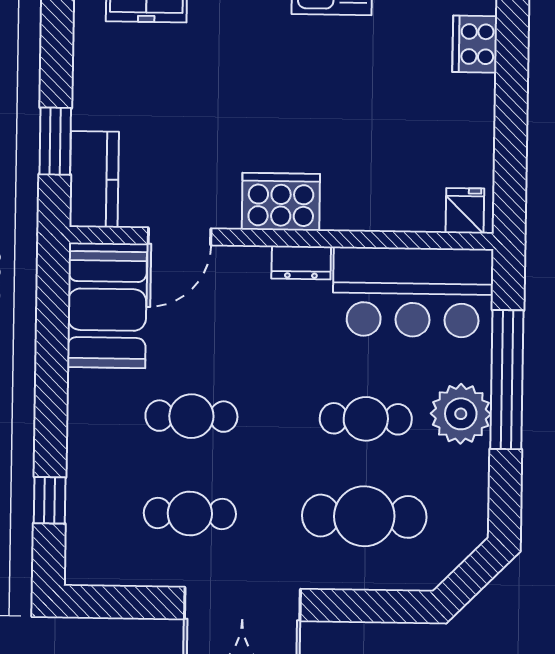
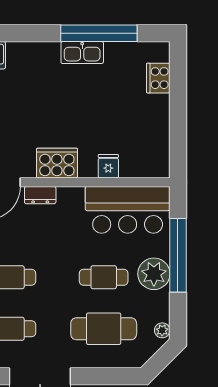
fridge: (465, 211) -> (108, 166), moved
dresser: (301, 263) -> (40, 195), moved
plant: (475, 521) -> (162, 330), added

